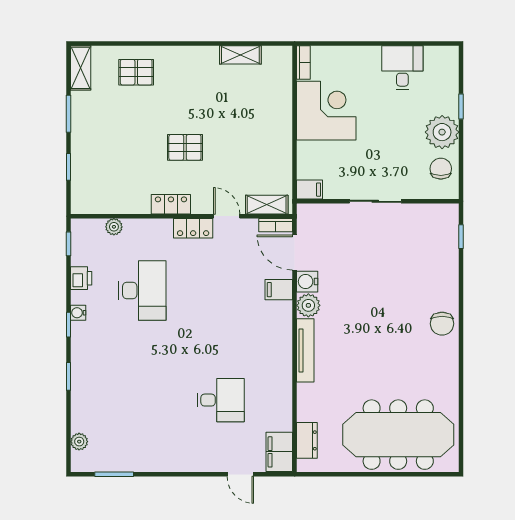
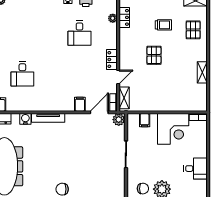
shelving: (240, 55) -> (202, 72), moved
trolley: (126, 129) -> (163, 25), added
filing cabinet: (310, 190) -> (145, 120), moved
locker: (171, 204) -> (124, 17), moved
water cooler: (307, 282) -> (25, 119), moved
desk: (142, 290) -> (79, 33), width x0.73
plant: (308, 305) -> (119, 120), moved

